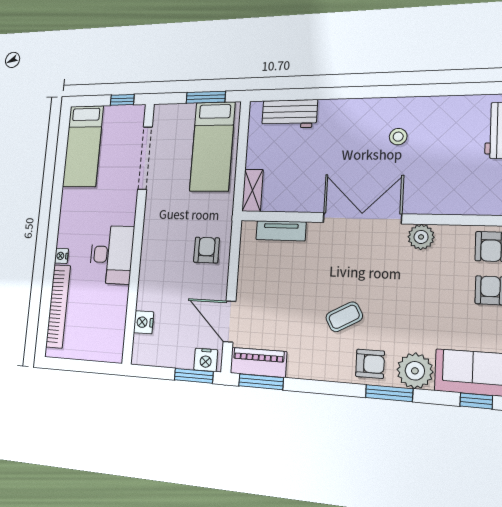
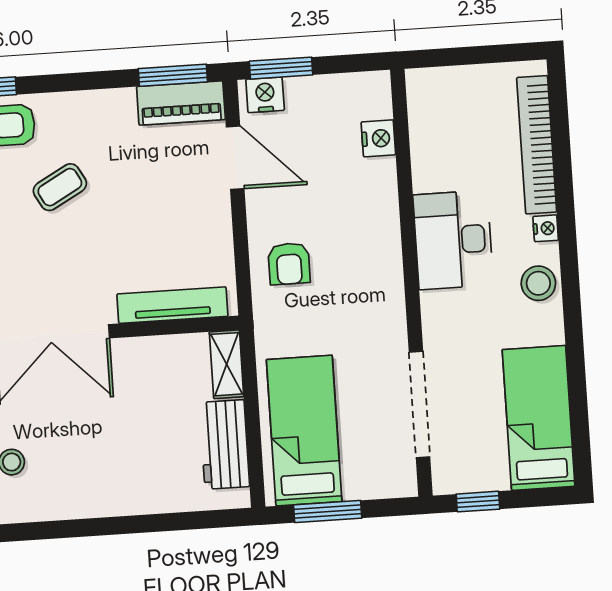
workbench: (289, 114) -> (224, 444), moved, turned -90
stool: (70, 224) -> (538, 283), added
tv unit: (281, 231) -> (172, 305), width x1.41

